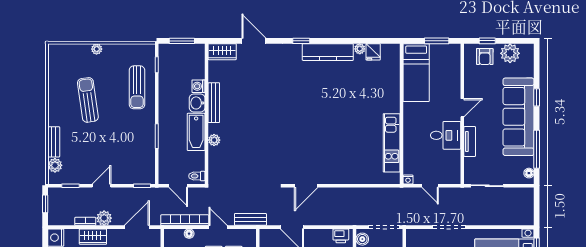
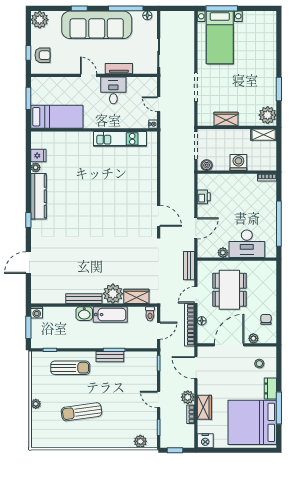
wardrobe: (222, 52) -> (136, 296), moved, turned -90
plant: (510, 53) -> (40, 20), moved
washing machine: (198, 86) -> (37, 312), moved
plant: (214, 140) -> (113, 294), width x1.88, depth x1.88
bench: (54, 142) -> (110, 357), moved
door: (430, 186) -> (159, 104), swing flipped
printer: (341, 236) -> (204, 197), moved

